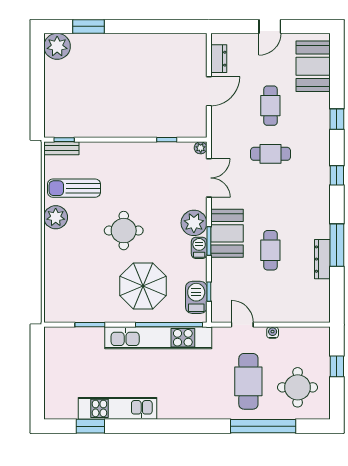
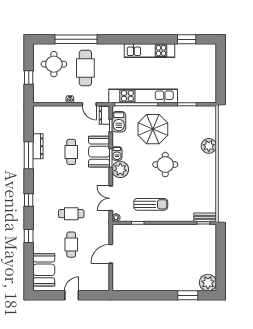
dresser: (219, 59) -> (104, 115), moved
sun lounger: (74, 188) -> (151, 204), moved
plant: (56, 217) -> (209, 146), moved
booth: (227, 233) -> (99, 152), moved
kitchen unit: (117, 408) -> (149, 51), moved

